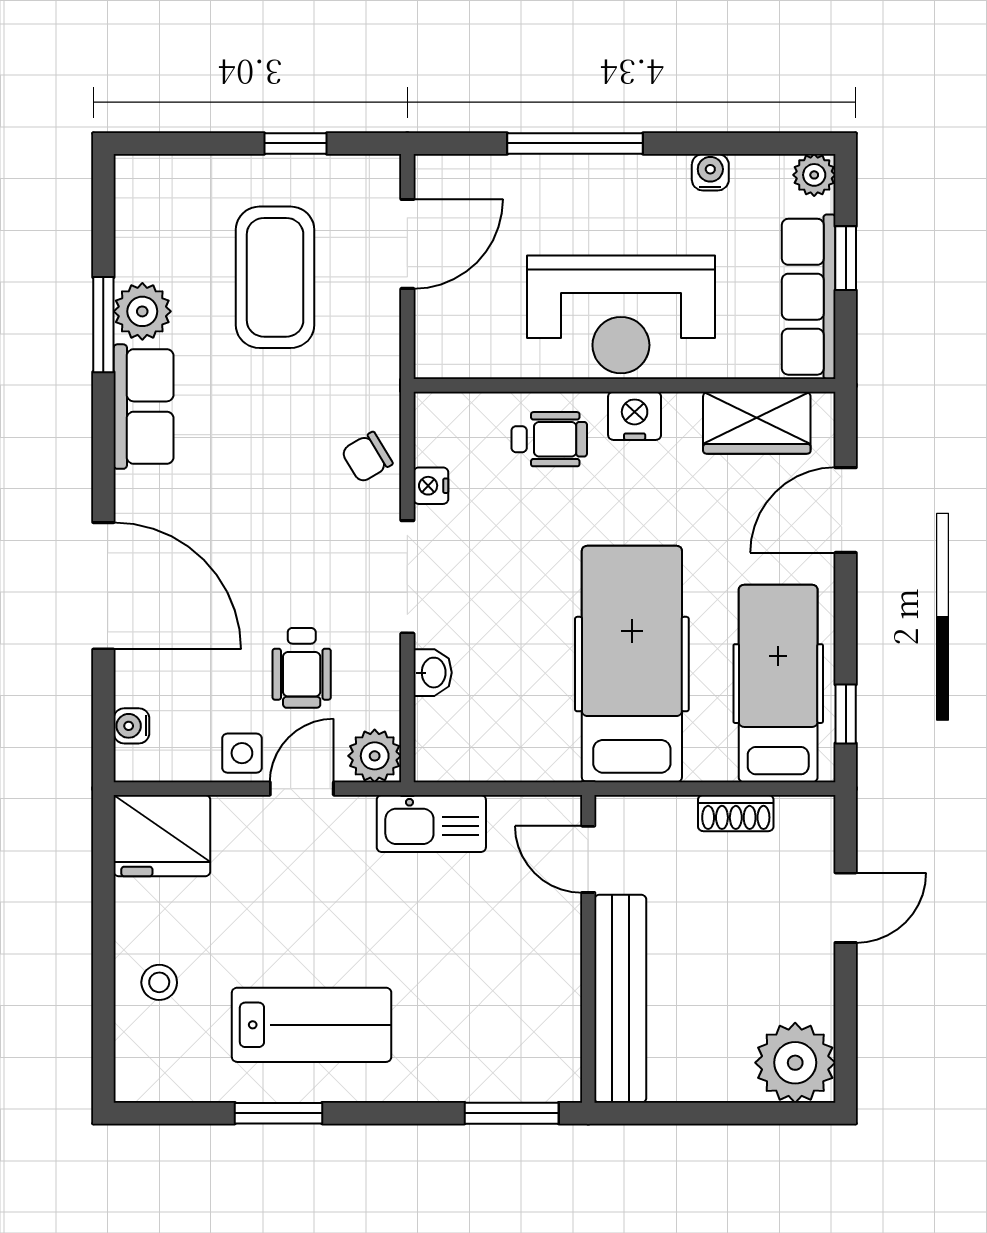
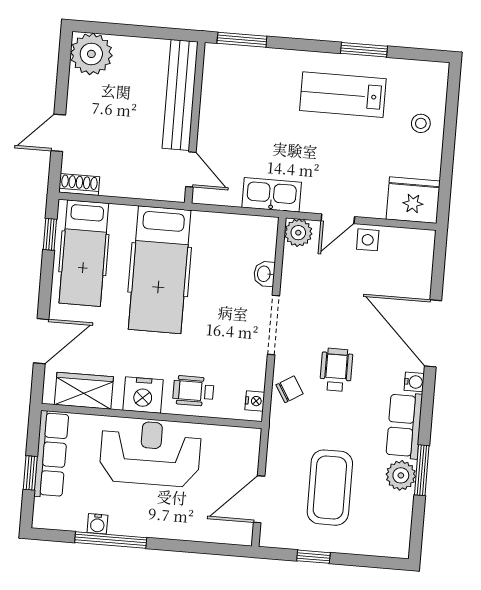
window: (575, 143) -> (111, 540), moved
plant: (814, 175) -> (43, 518), removed
nightstand: (635, 416) -> (143, 395), width x1.36, depth x1.33
nightstand: (431, 486) -> (255, 401), moved
wheelchair: (302, 668) -> (336, 370), moved
water cooler: (131, 726) -> (414, 382), moved
shoe rack: (736, 813) -> (79, 185), moved

